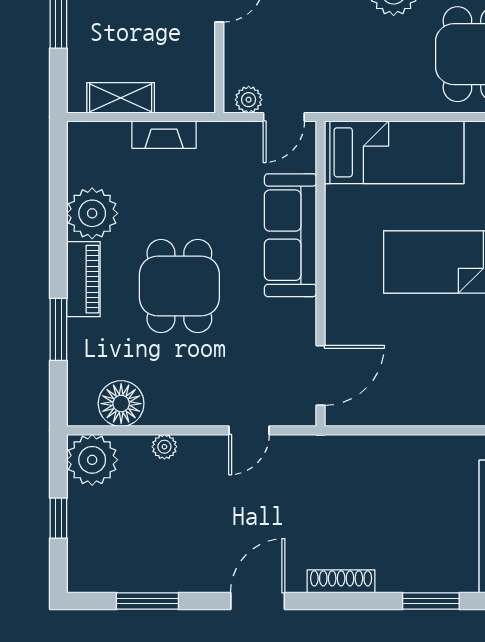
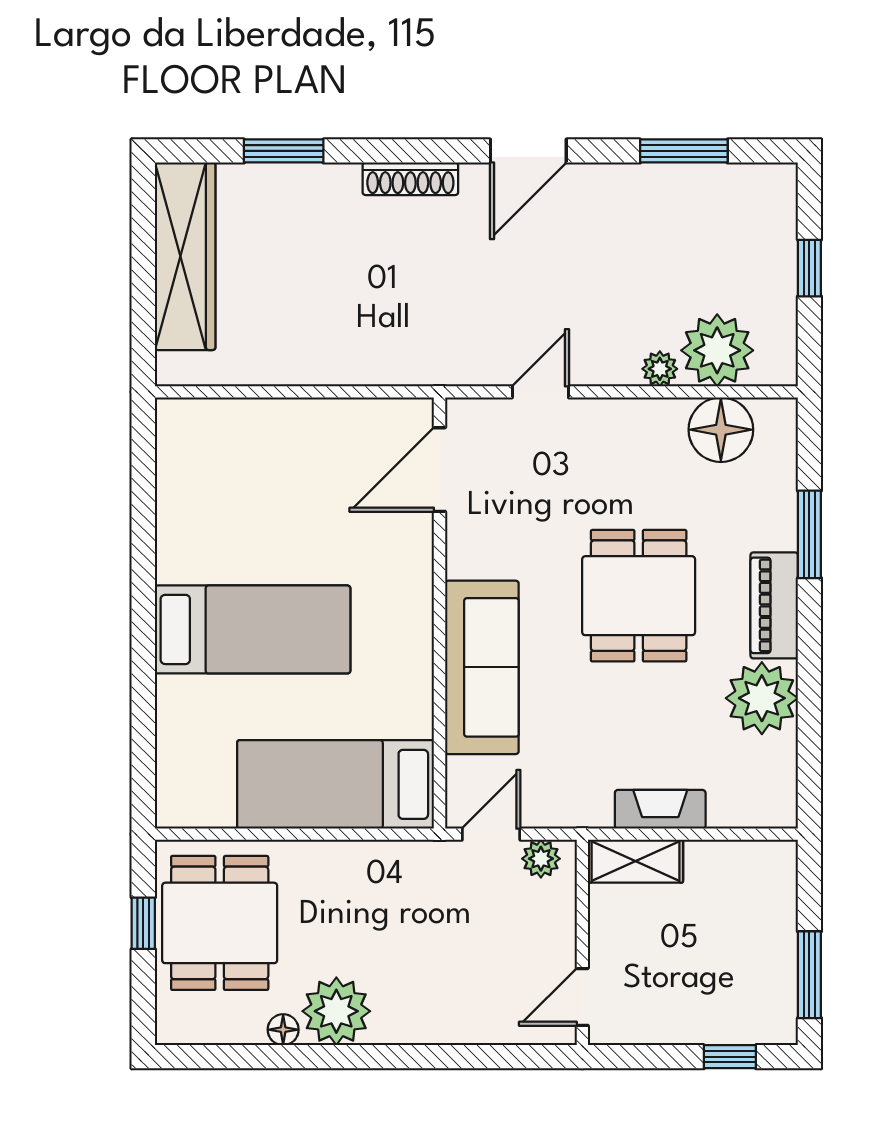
shelving: (121, 98) -> (635, 861), moved
plant: (92, 460) -> (717, 350), moved

